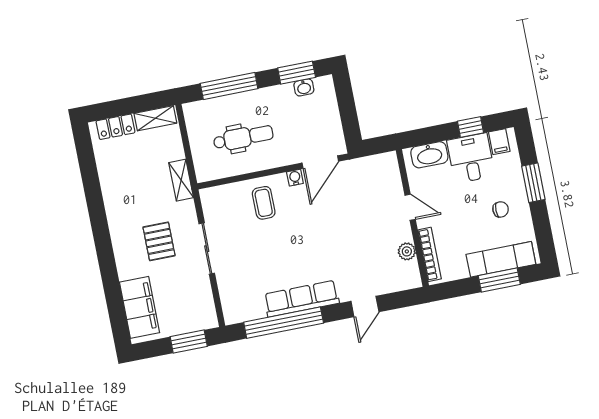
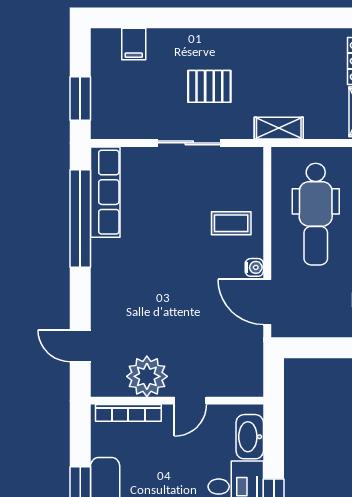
dental chair: (243, 137) -> (316, 214), width x1.36, depth x1.38
plant: (407, 251) -> (147, 376), width x1.88, depth x1.88
row of seats: (301, 299) -> (105, 192), moved
filing cabinet: (140, 307) -> (134, 44), width x0.33, depth x0.86
door: (365, 307) -> (80, 346), moved

